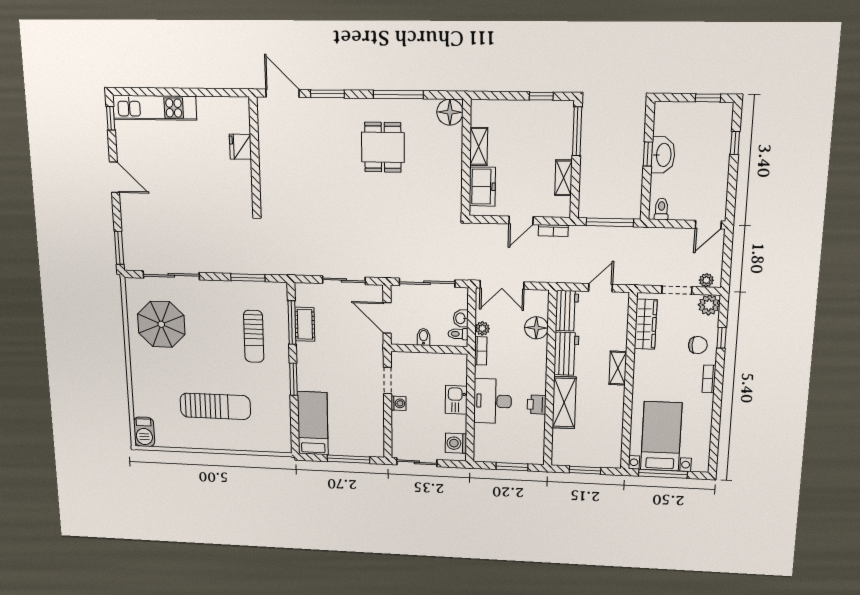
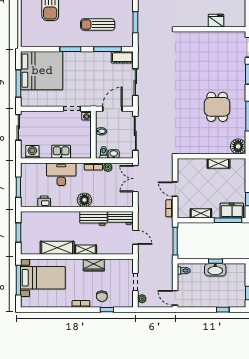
dining table: (383, 147) -> (217, 107), turned 90
freezer: (482, 187) -> (232, 211), moved, turned 180
plant: (709, 305) -> (127, 301), removed
cot: (305, 324) -> (122, 57), moved
wardrobe: (646, 324) -> (94, 265), moved, width x0.67
floor lamp: (536, 328) -> (84, 200), moved
washing machine: (398, 403) -> (87, 116), moved
shelving: (564, 403) -> (57, 248), moved
printer: (537, 405) -> (44, 201), moved
bed: (313, 423) -> (42, 71), width x2.04

